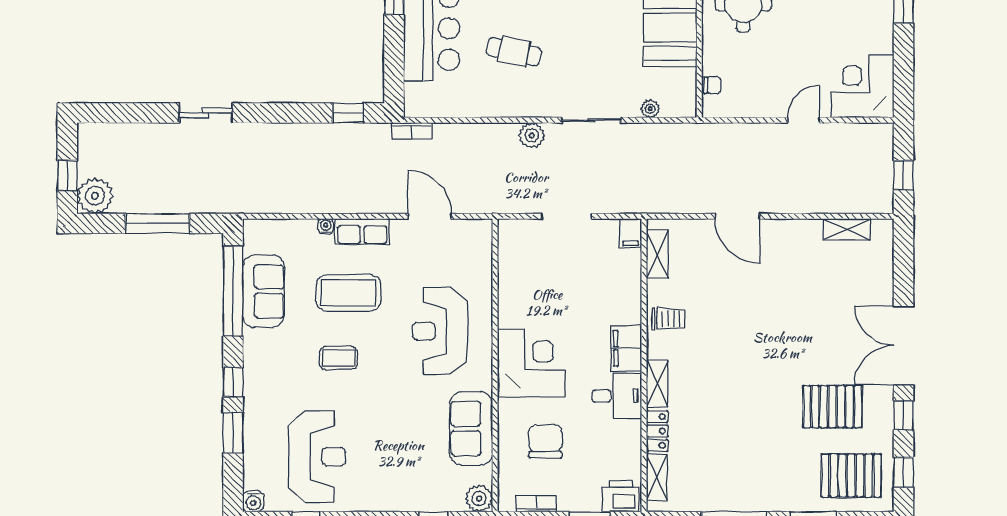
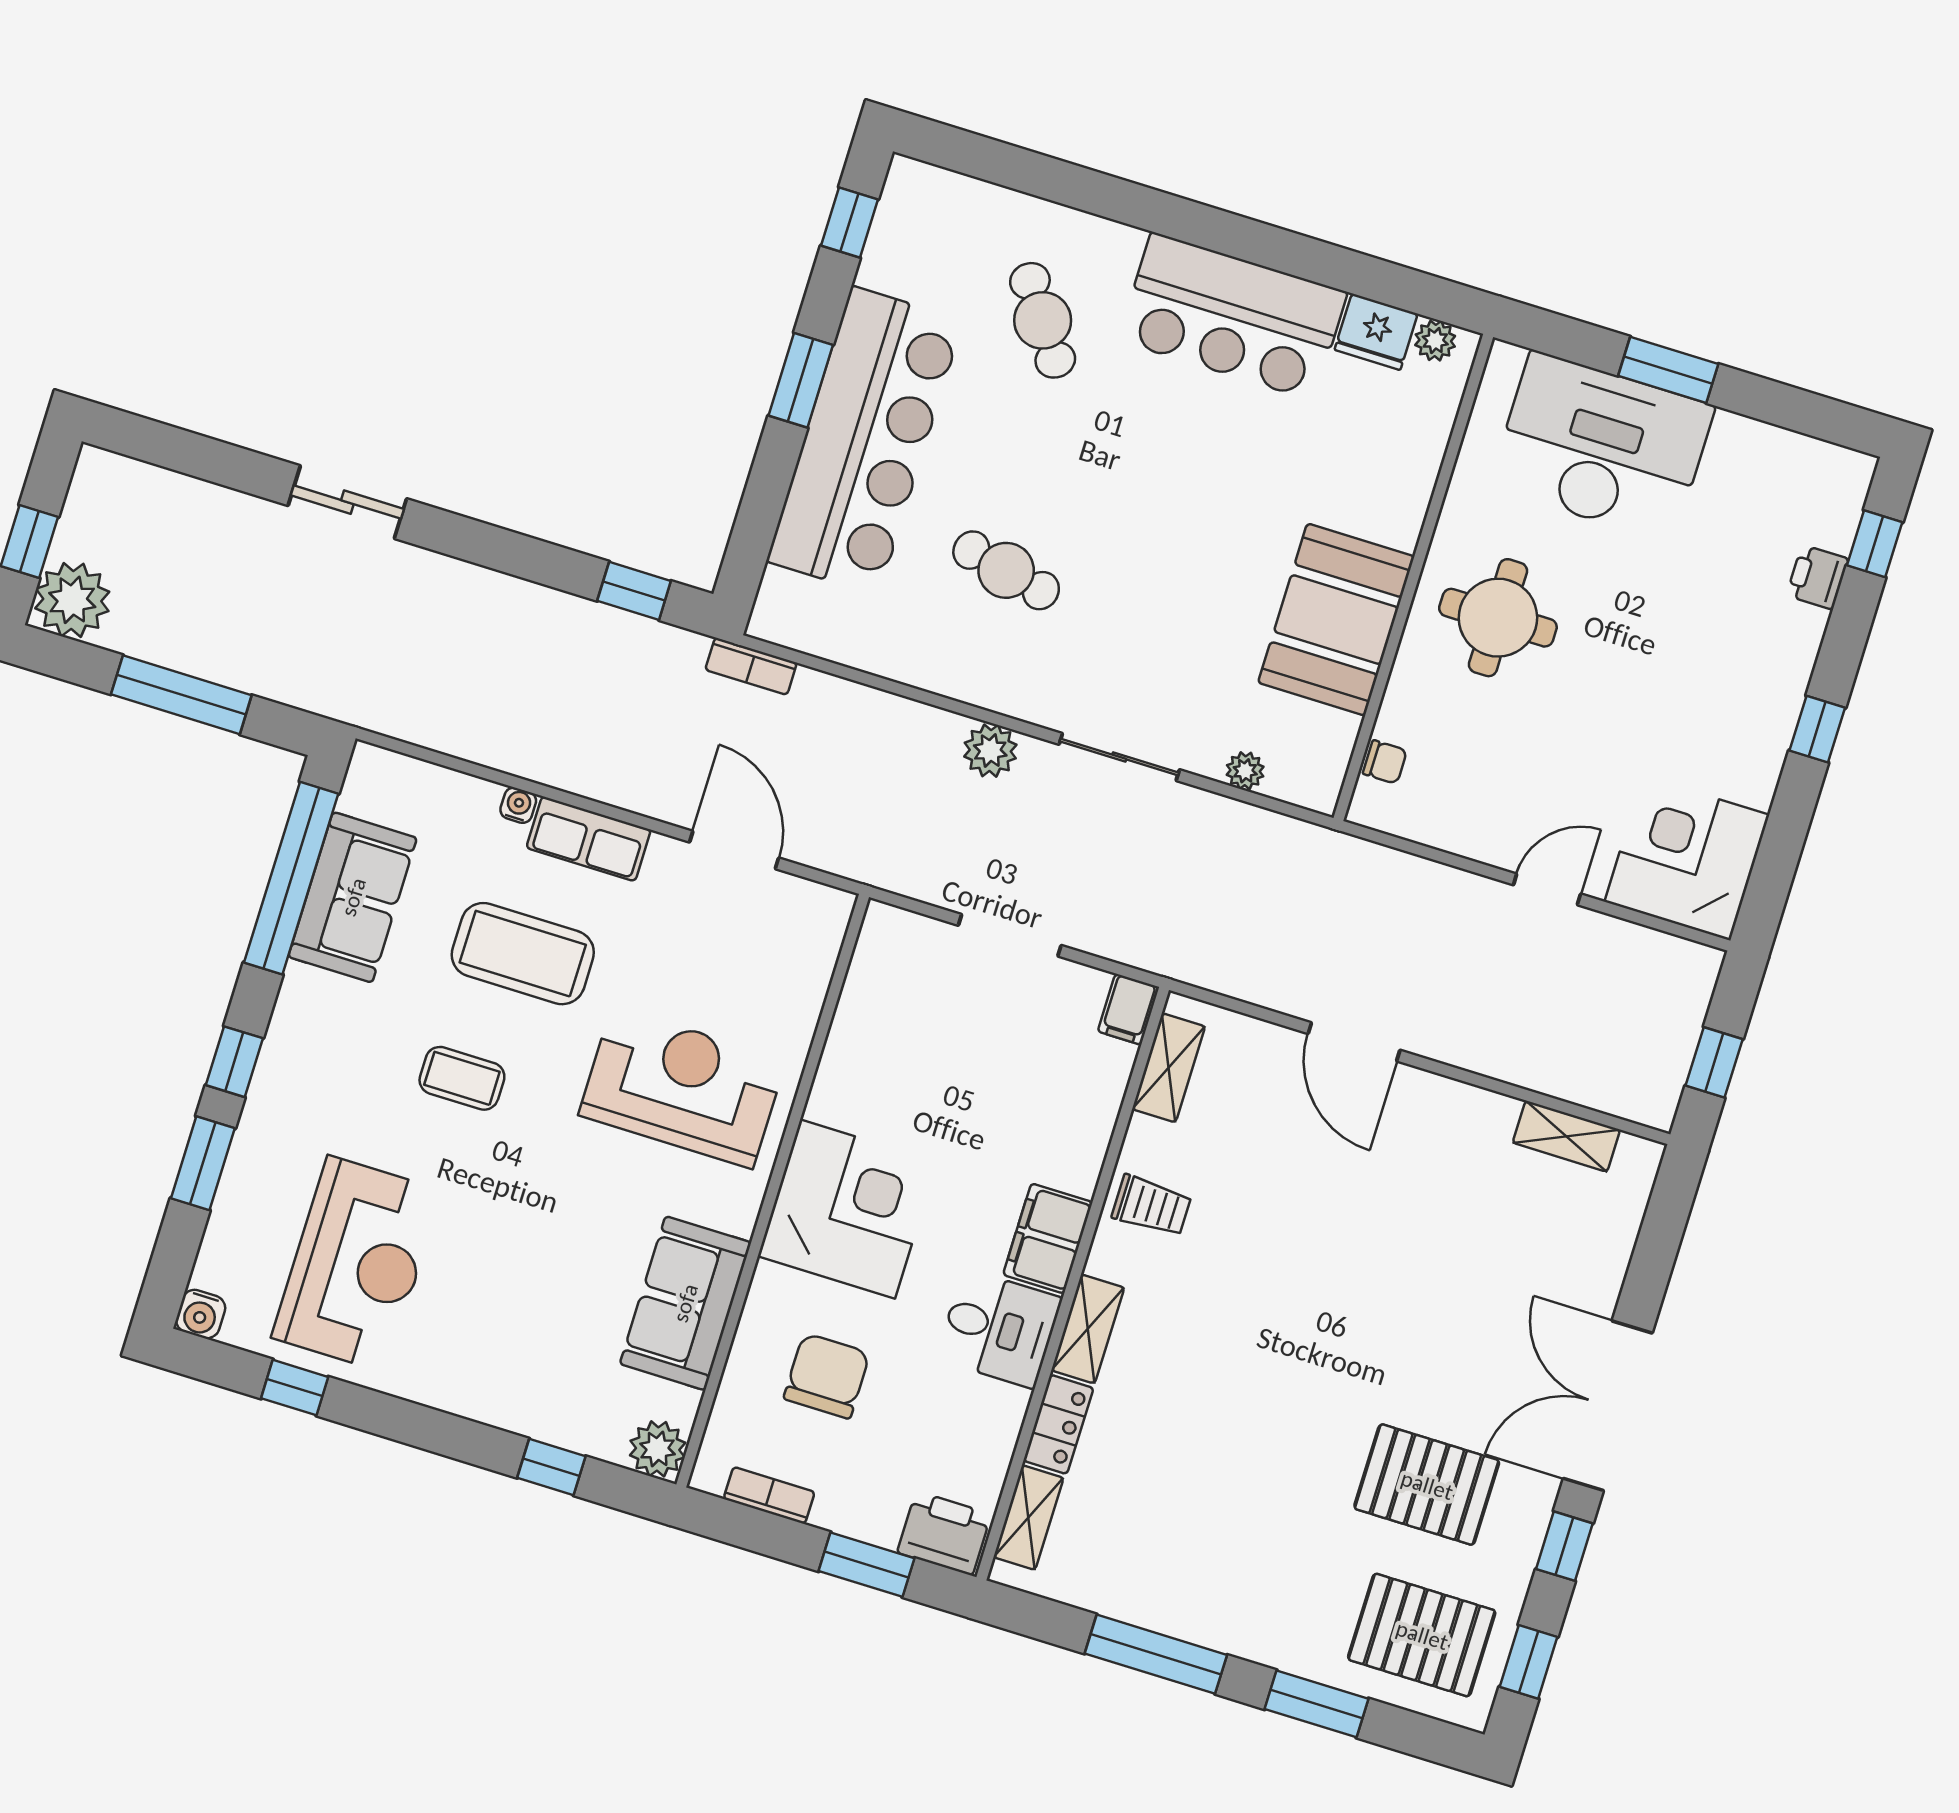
reception desk: (440, 331) -> (682, 1087), turned 90

